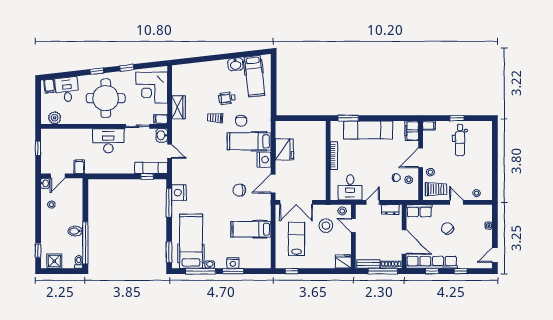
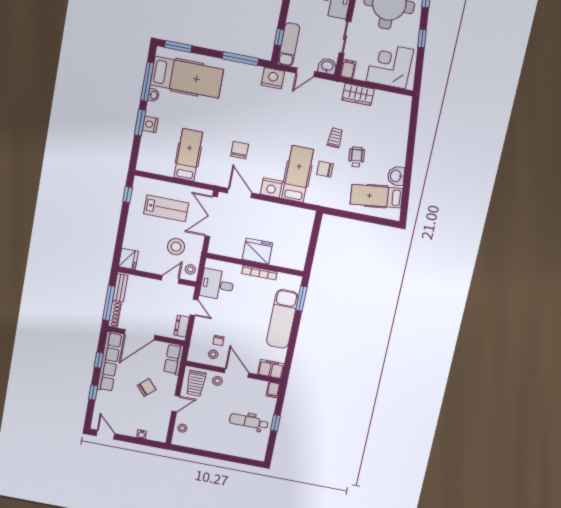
fridge: (284, 149) -> (257, 251), moved, turned 180
nightstand: (179, 193) -> (273, 78), moved

